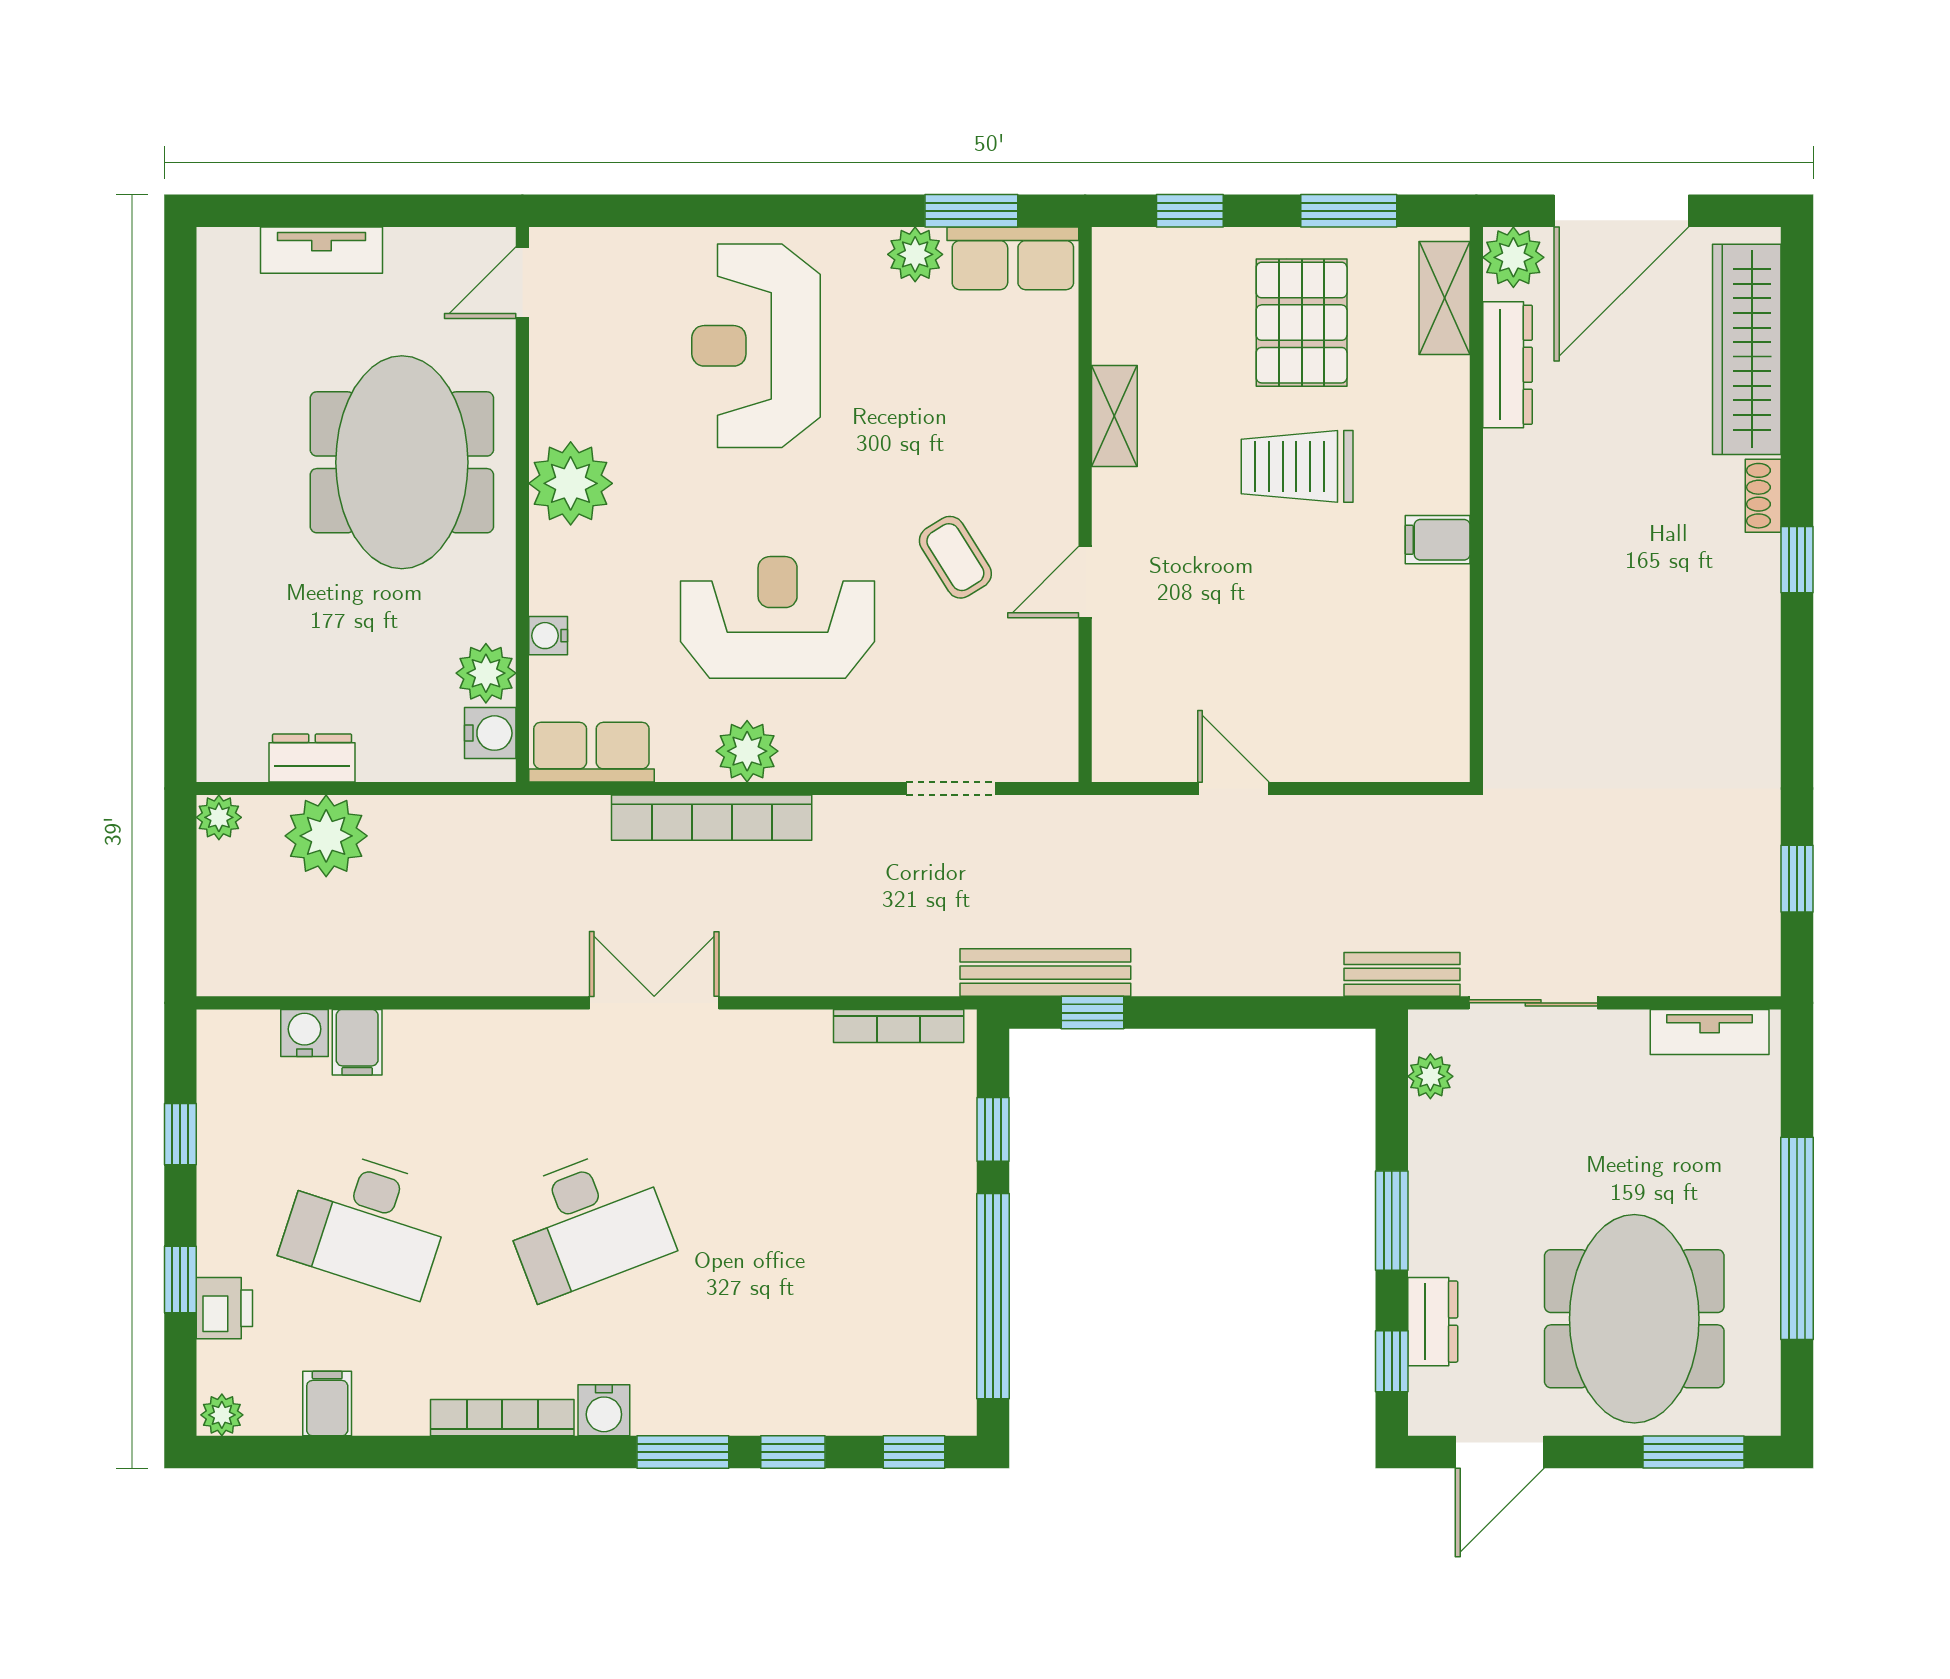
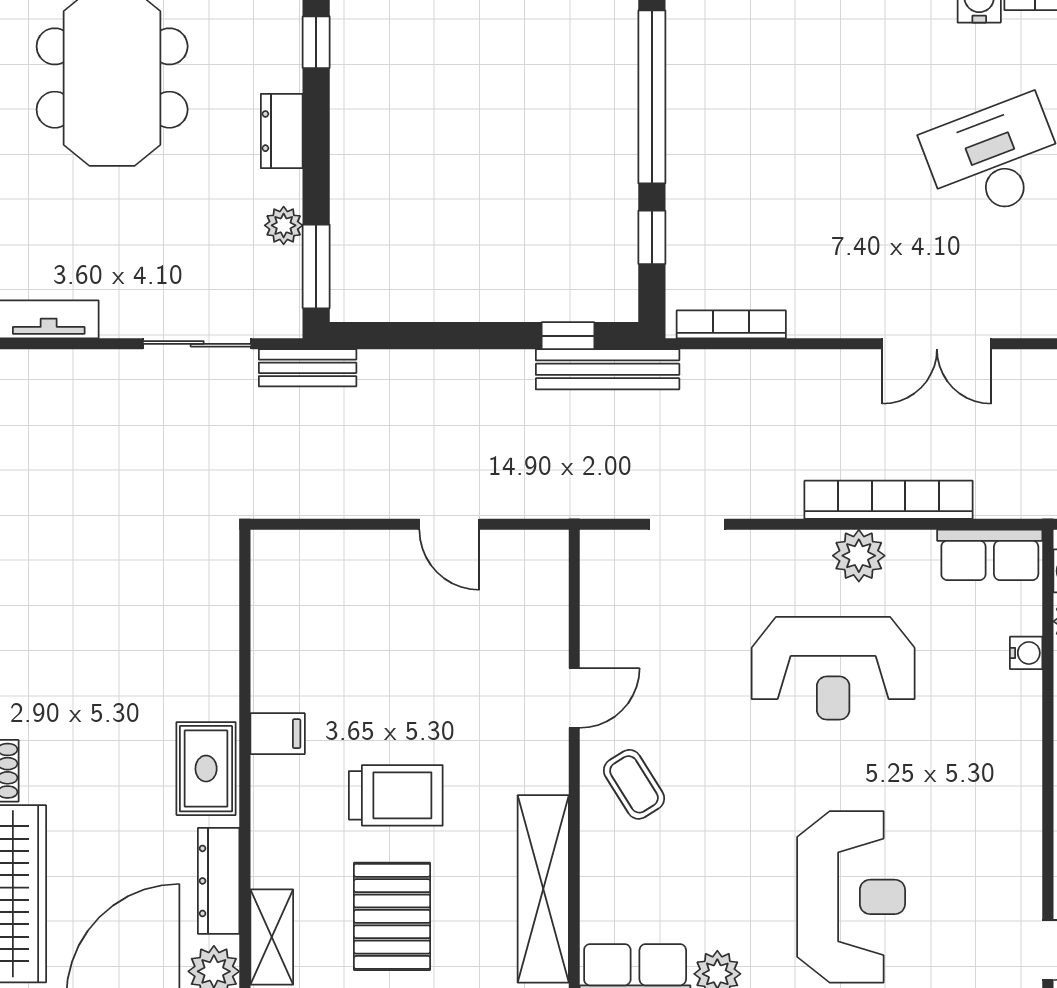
shelving: (1114, 416) -> (543, 889), width x2.20, depth x1.33
plant: (571, 483) -> (1007, 781), removed
rug: (1523, 498) -> (206, 769), added
coffee table: (955, 557) -> (634, 784), moved
plant: (1430, 1076) -> (284, 225), moved
window: (1392, 1221) -> (316, 266), moved
dresser: (1433, 1322) -> (282, 131), moved

